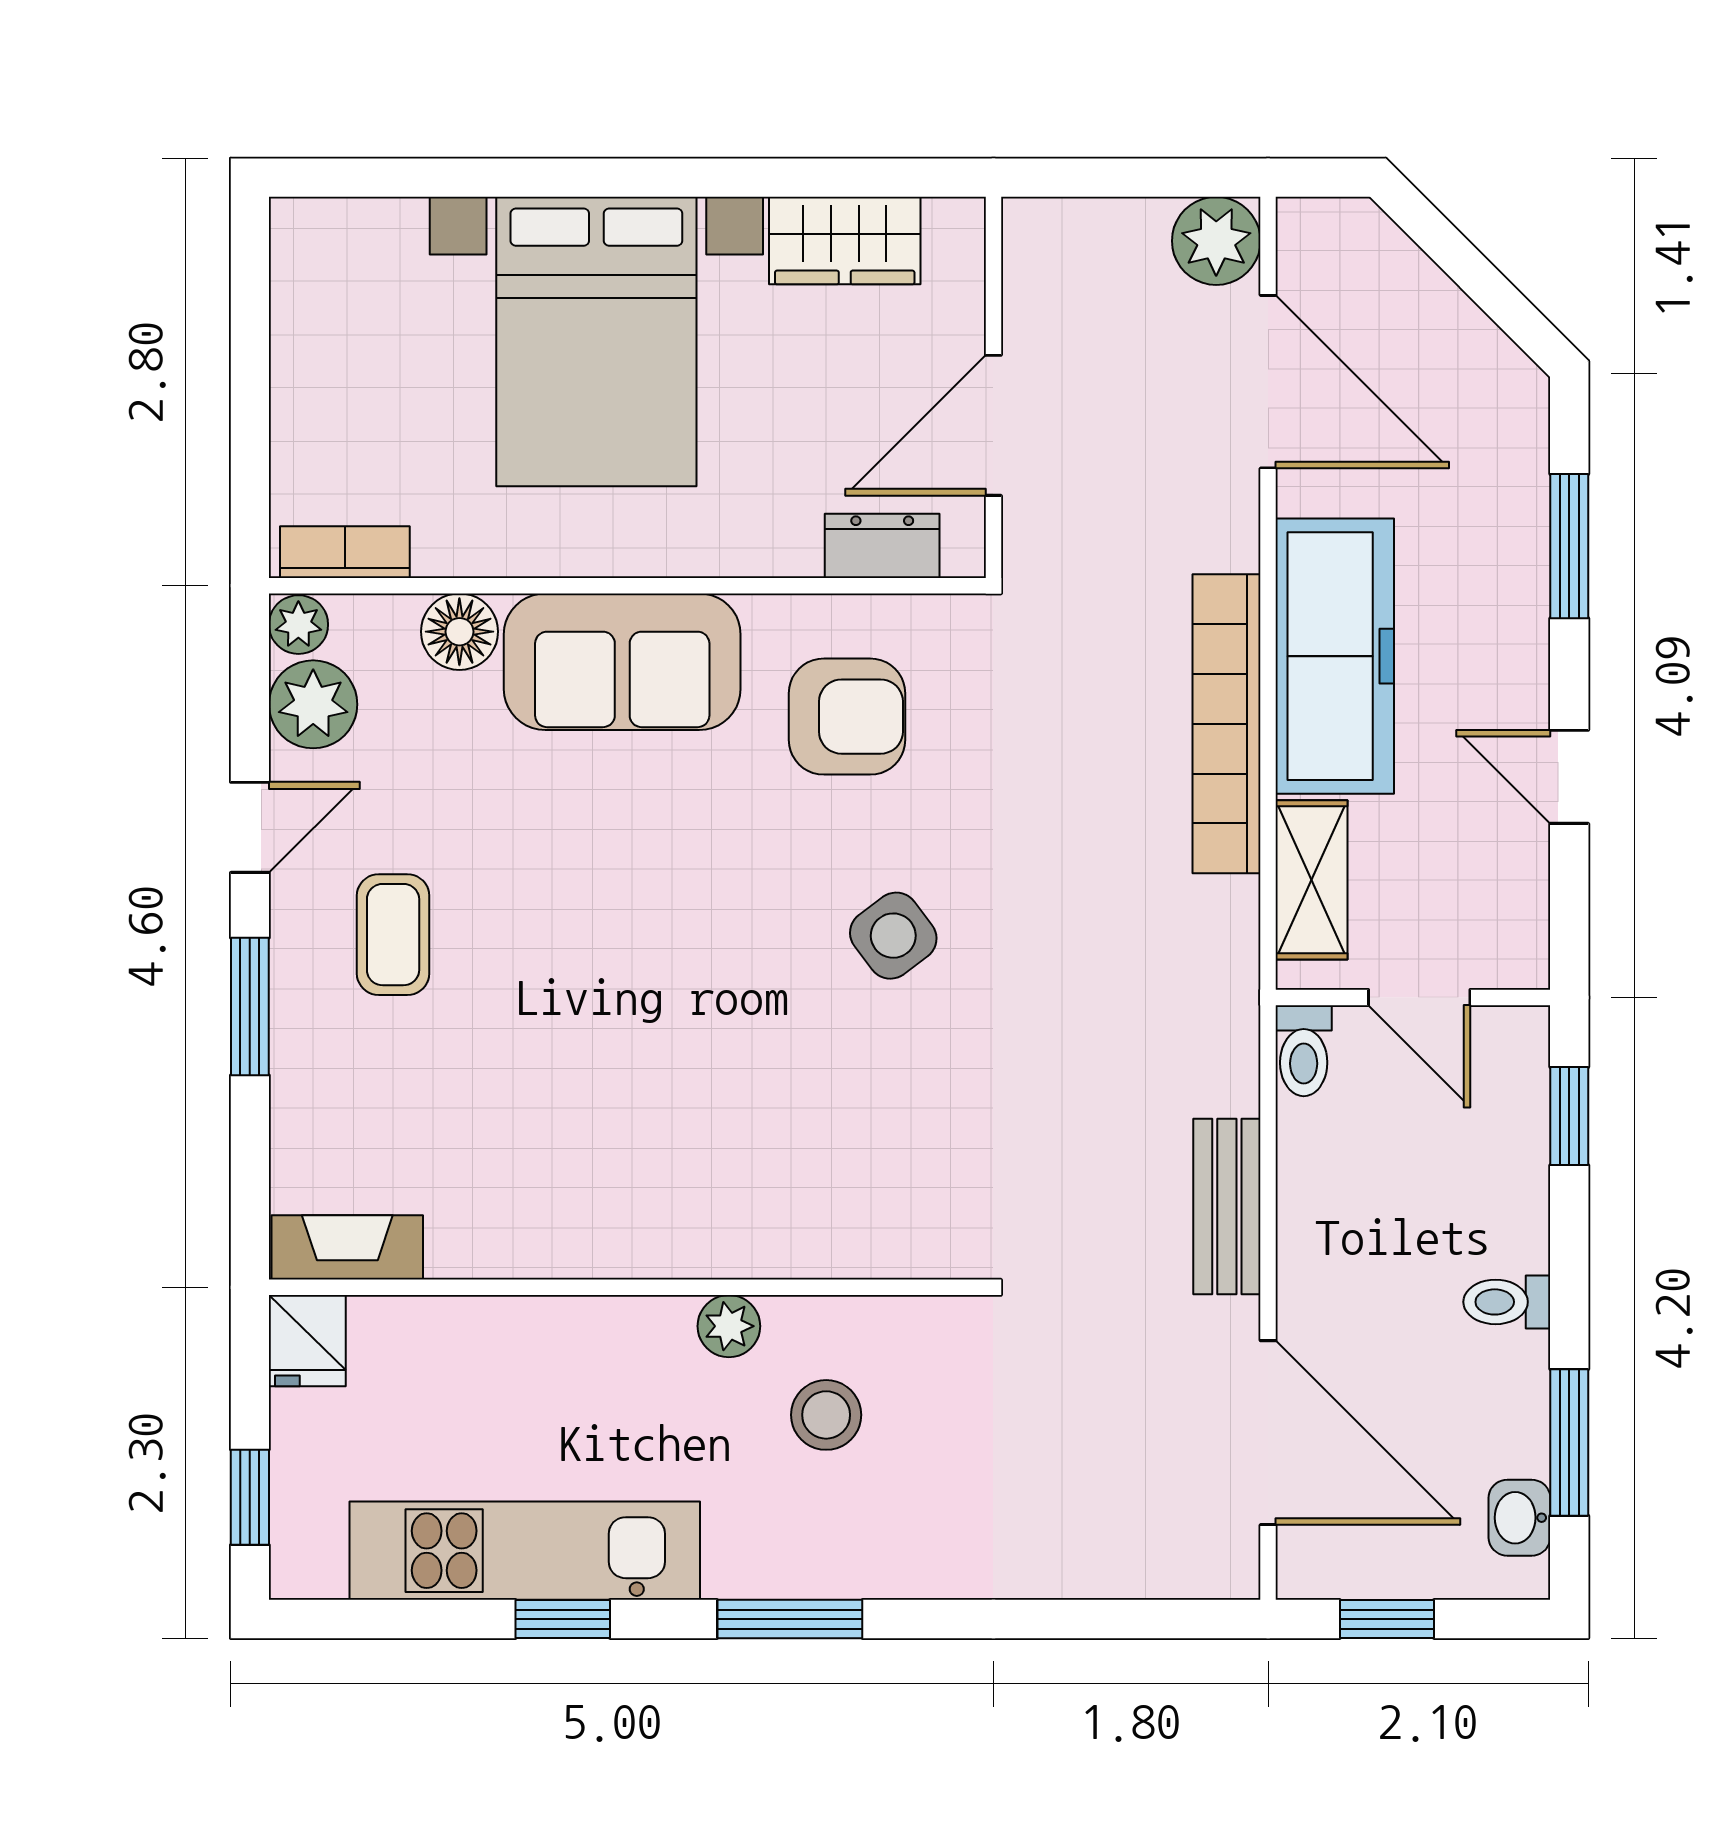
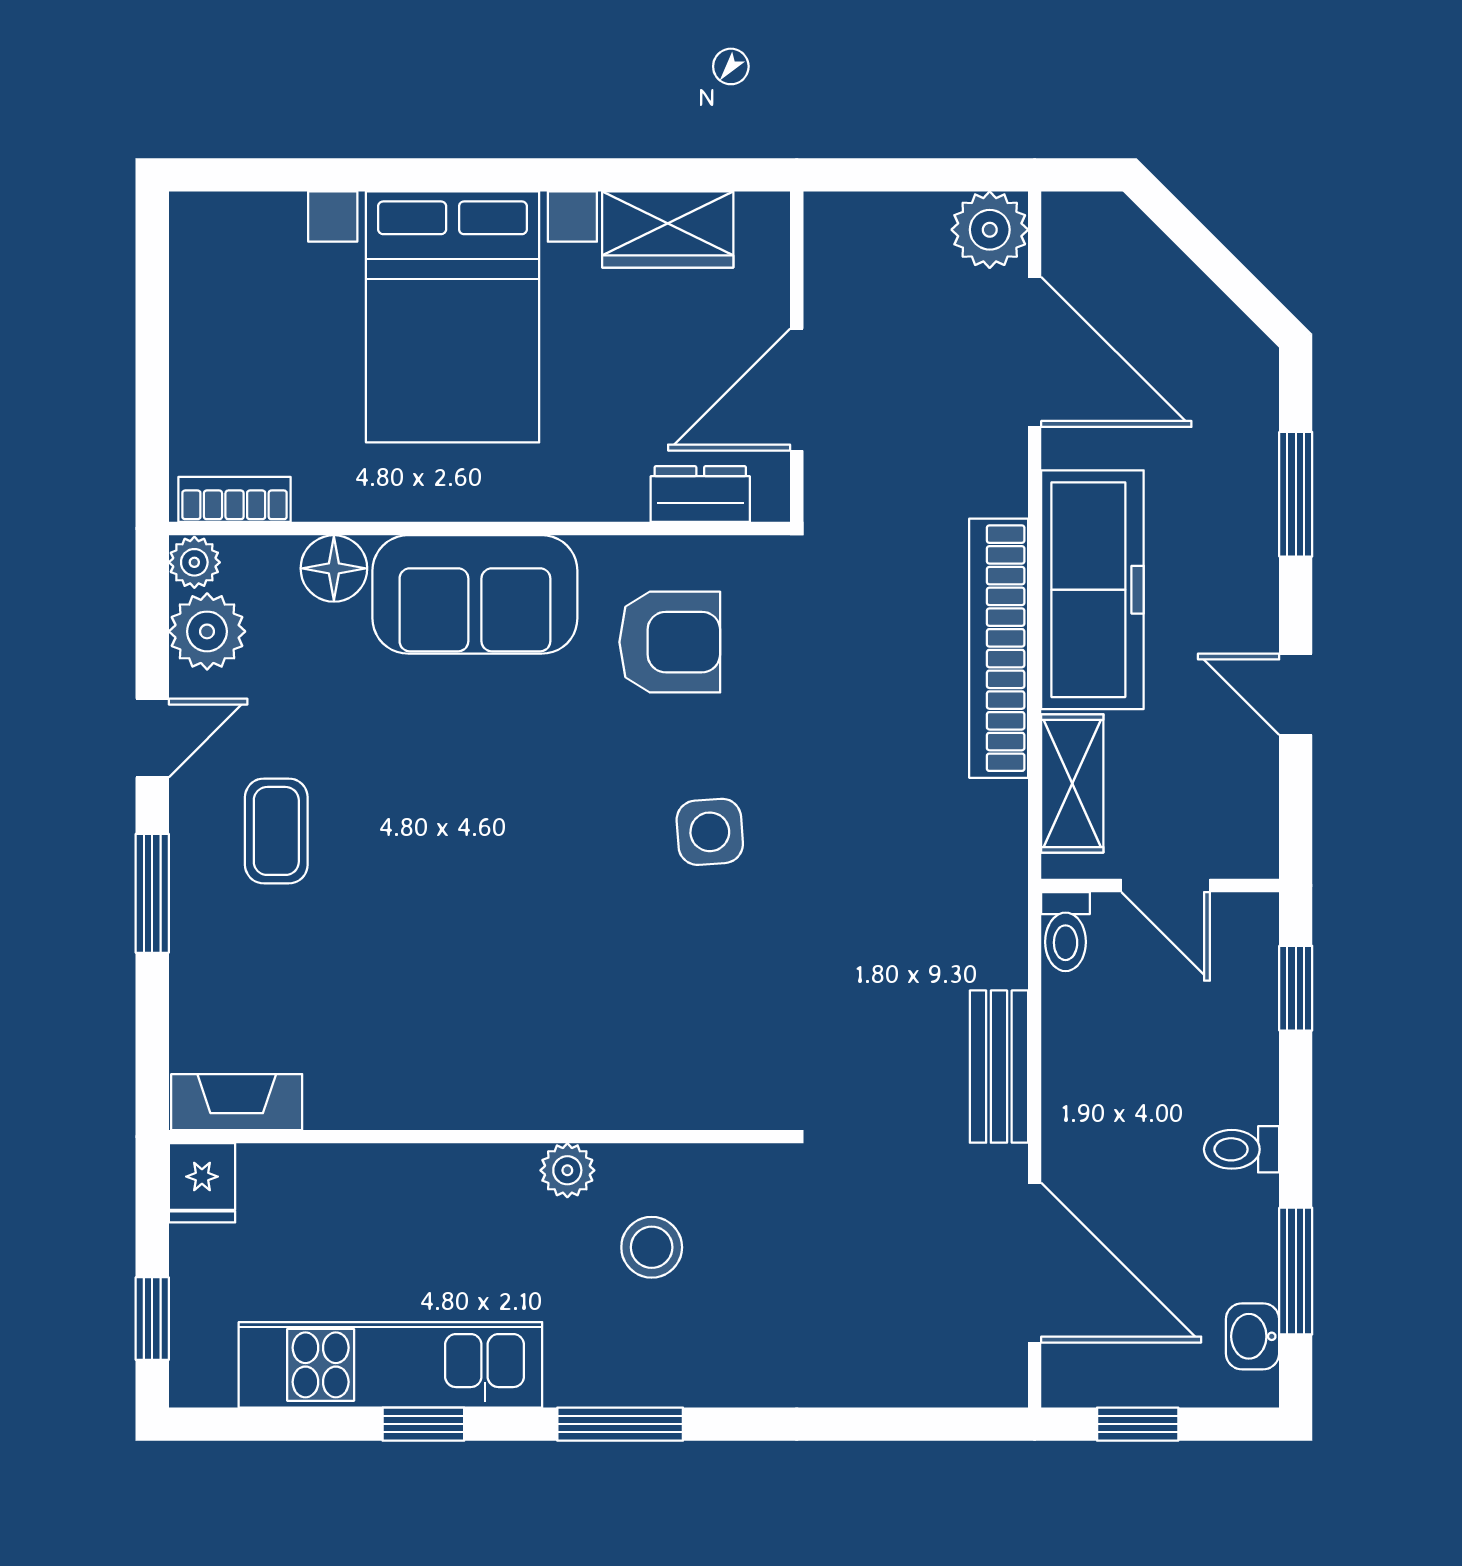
side table: (893, 936) -> (710, 832), turned 33

